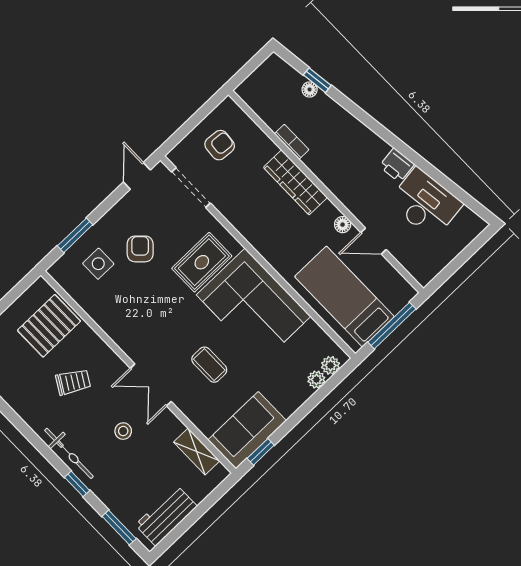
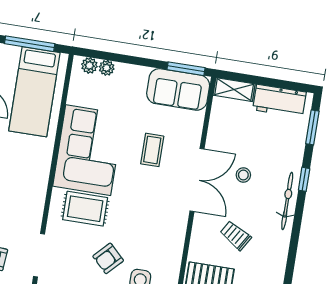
double door: (151, 385) -> (197, 180), width x1.37
shelving: (197, 452) -> (234, 90), moved, turned 90
window: (261, 452) -> (186, 69), width x1.50

